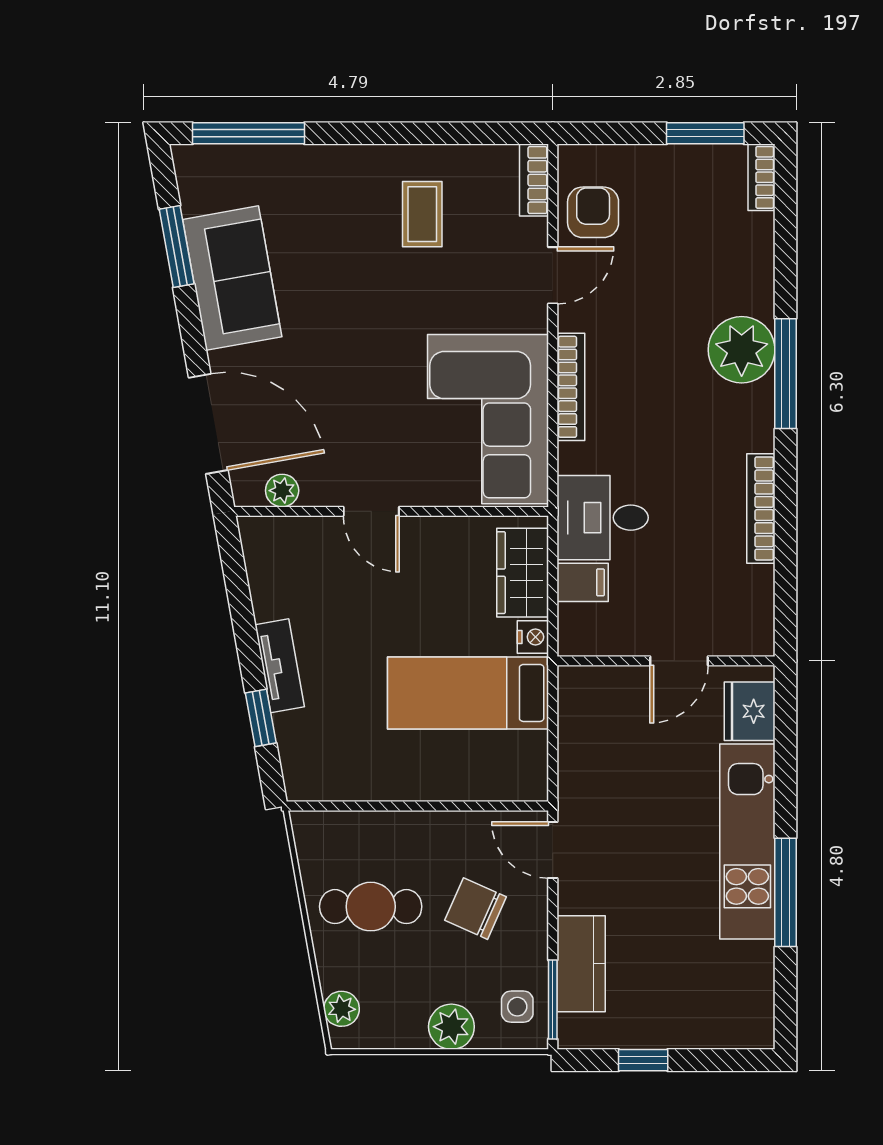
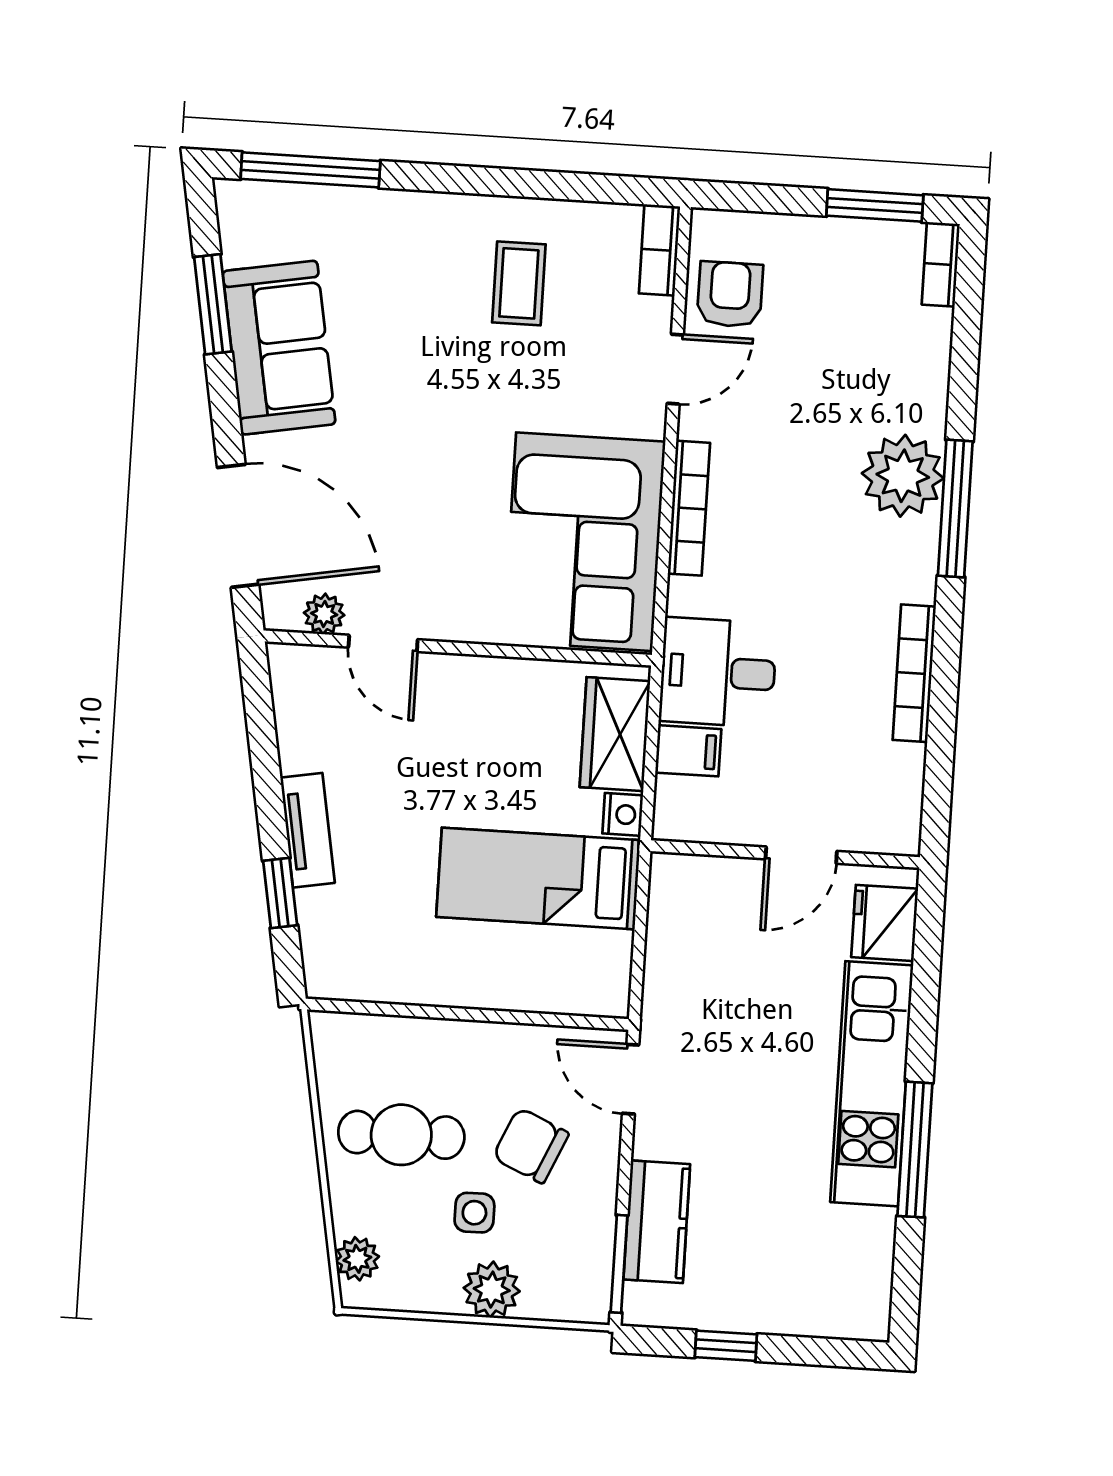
door: (371, 511) -> (383, 643), moved
side table: (517, 1007) -> (474, 1213), moved

